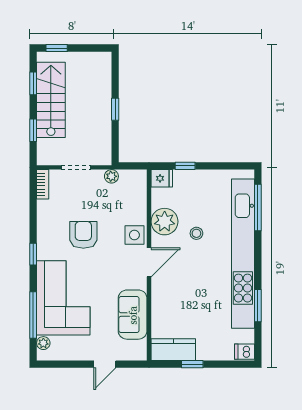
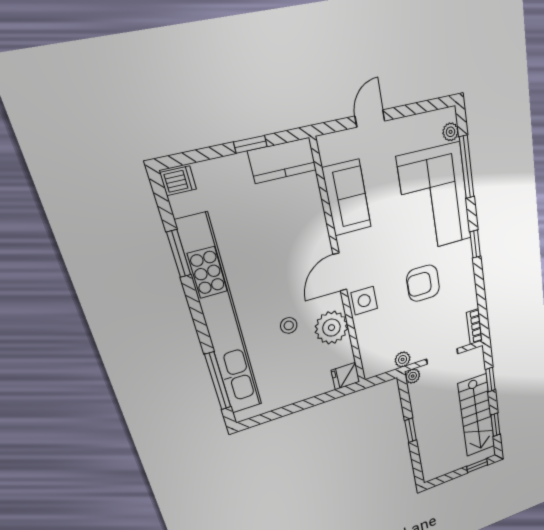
plant: (105, 159) -> (413, 376), added
window: (185, 166) -> (321, 399), removed
armchair: (83, 235) -> (423, 283), turned 90

